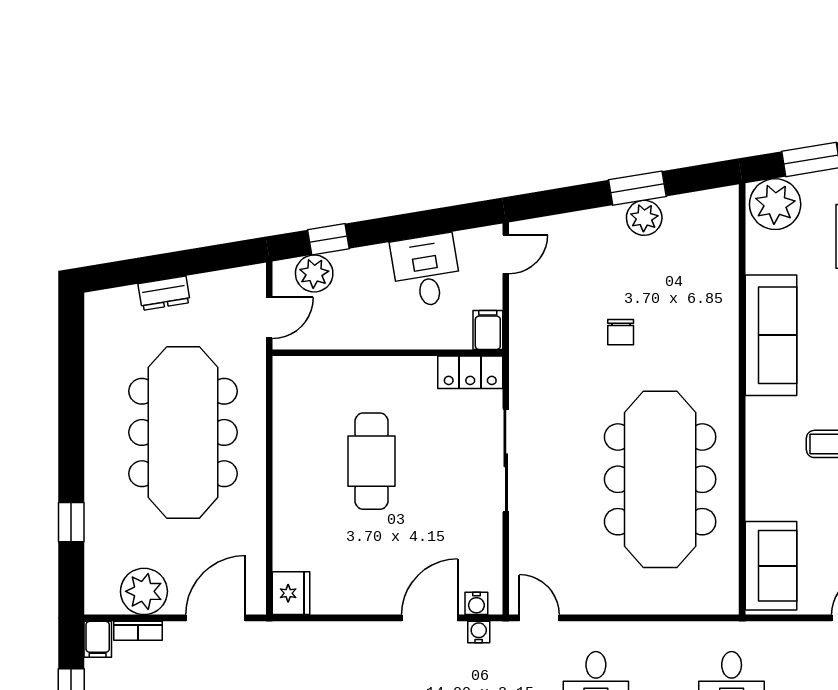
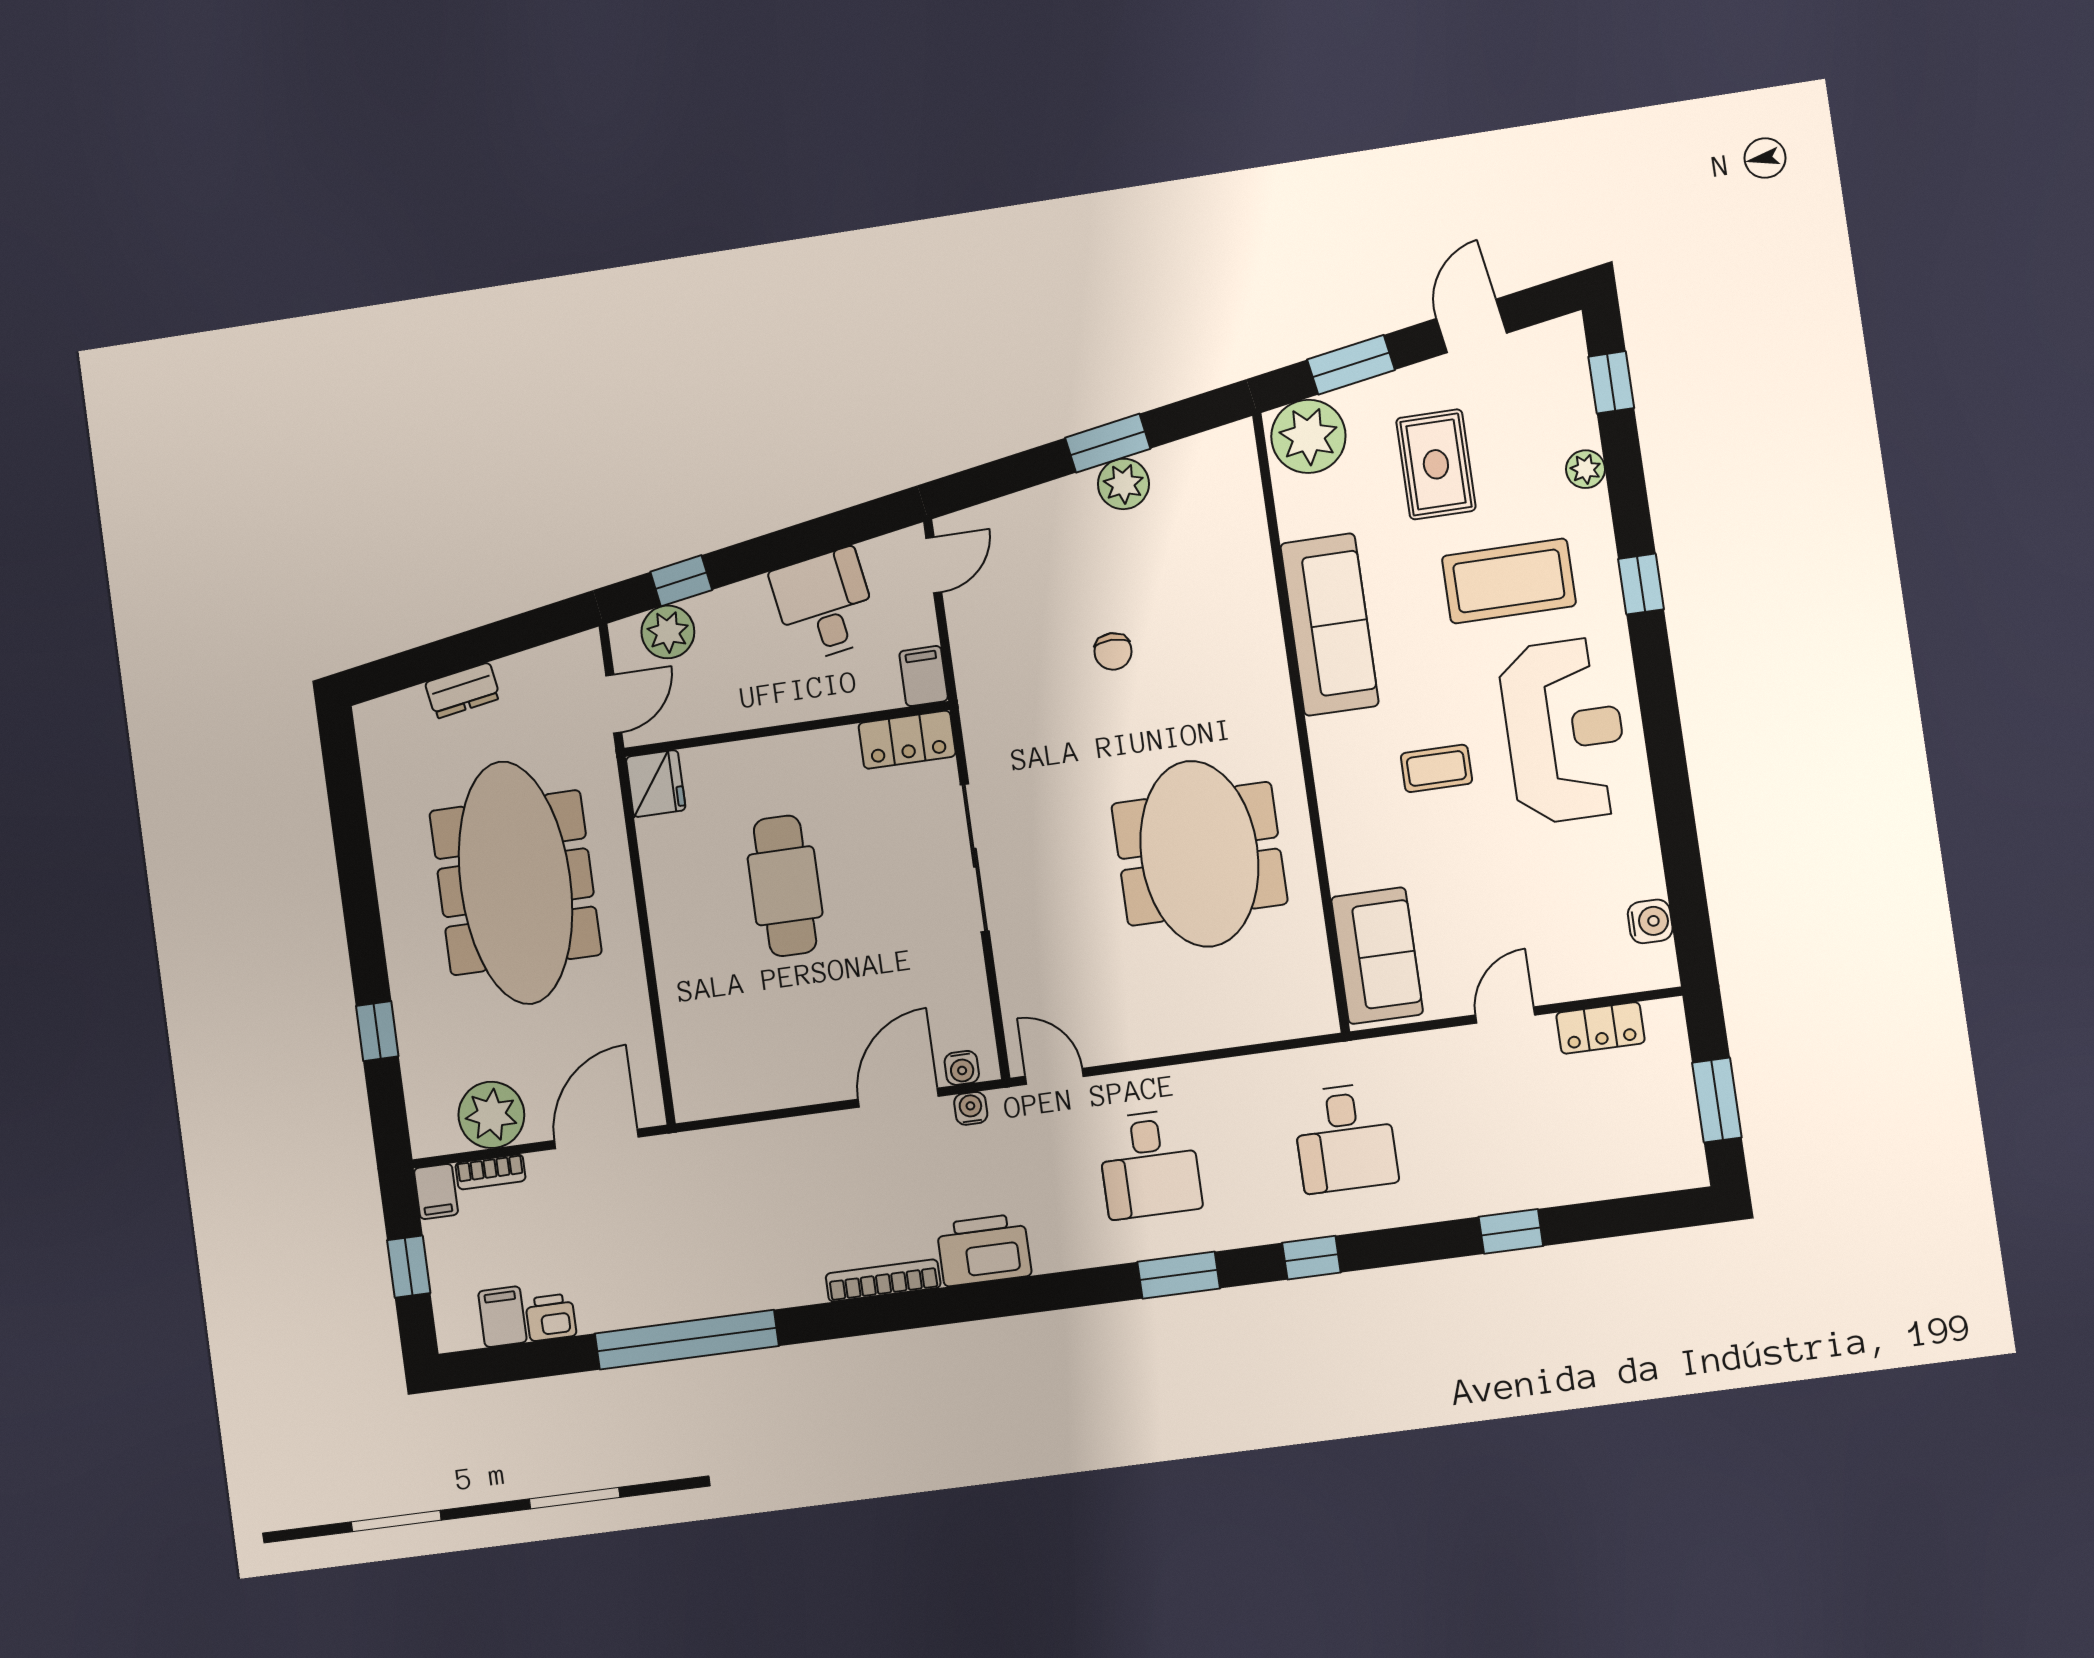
meeting table: (660, 479) -> (1199, 854), width x0.73
fridge: (291, 593) -> (656, 784), moved

